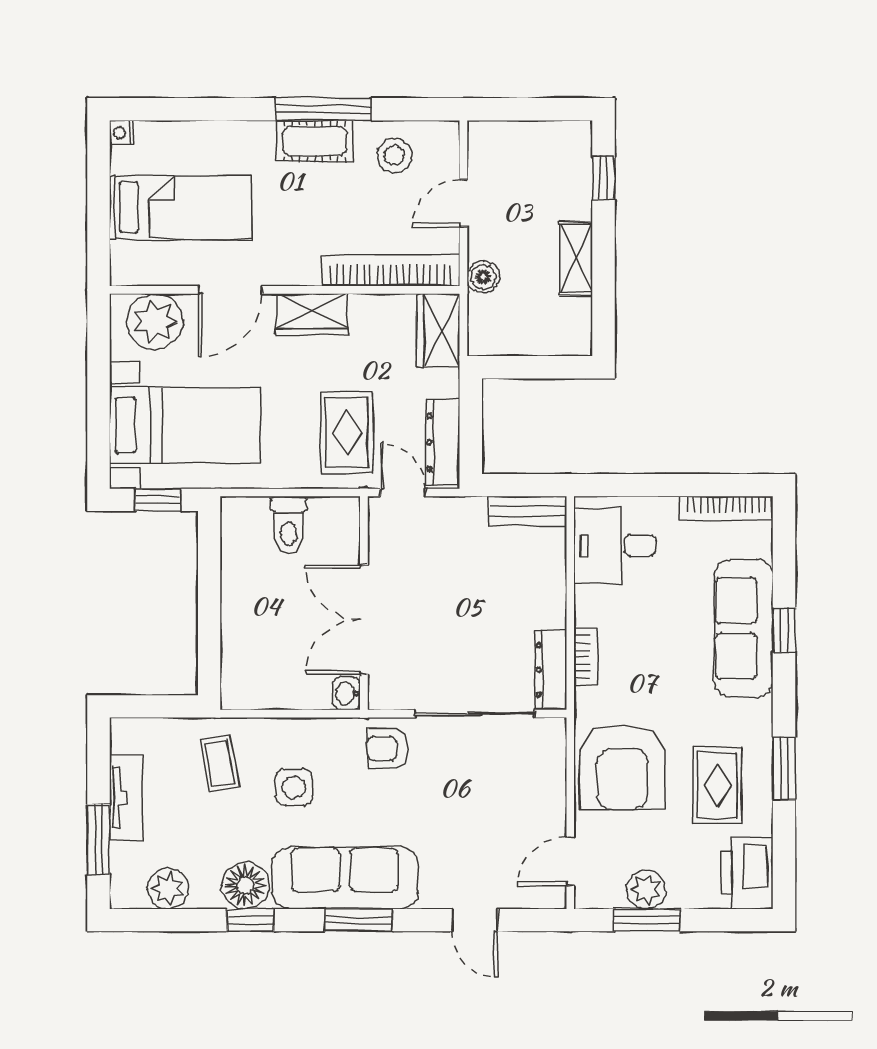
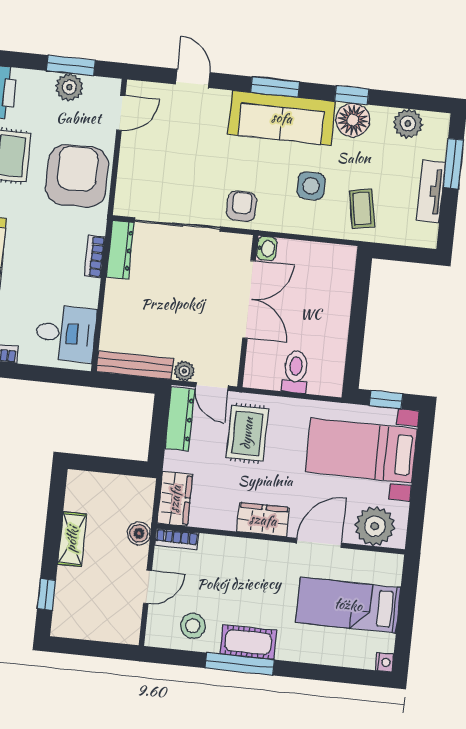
bookcase: (391, 270) -> (177, 539), width x0.43, depth x0.76
plant: (444, 510) -> (184, 371), added
bench: (528, 511) -> (135, 365), width x1.36
armchair: (388, 749) -> (242, 206), turned -90

